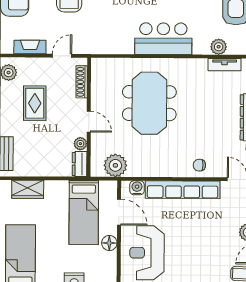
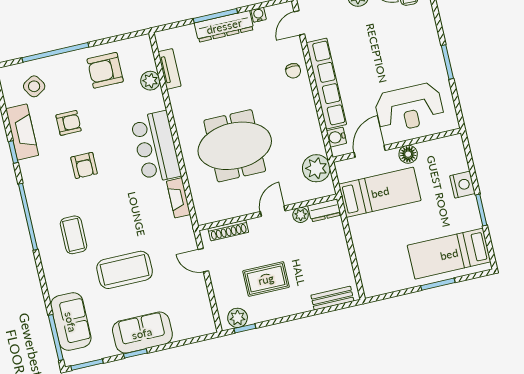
fireplace: (30, 47) -> (178, 198), moved
wardrobe: (28, 189) -> (368, 264), removed

